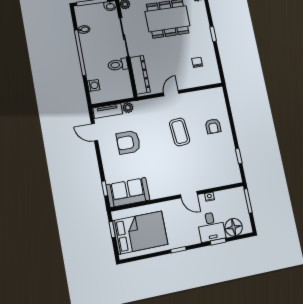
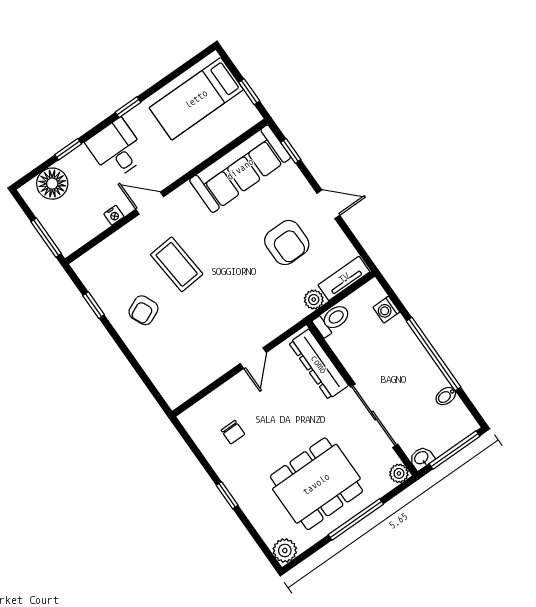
toilet: (118, 65) -> (332, 320), moved
armchair: (213, 126) -> (143, 310), moved, turned -114
door: (95, 132) -> (328, 204), moved
coffee table: (180, 132) -> (177, 264), moved
armchair: (128, 142) -> (287, 243), turned 90
sofa: (128, 192) -> (240, 169), width x1.36
desk: (211, 227) -> (116, 149), moved
bed: (140, 233) -> (196, 99), width x0.67

